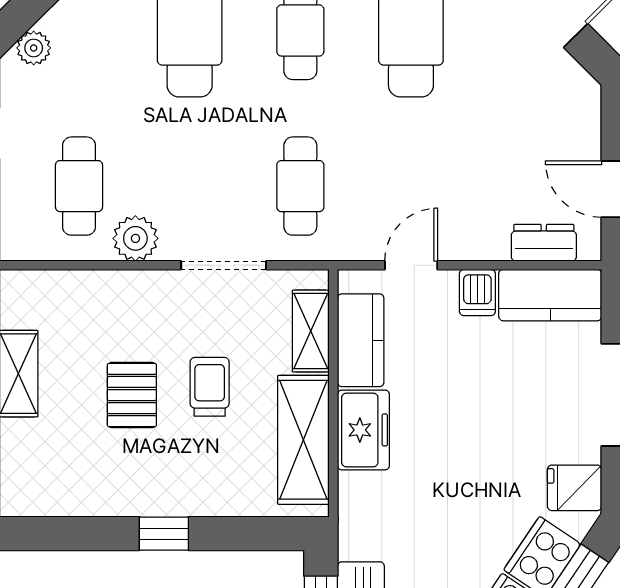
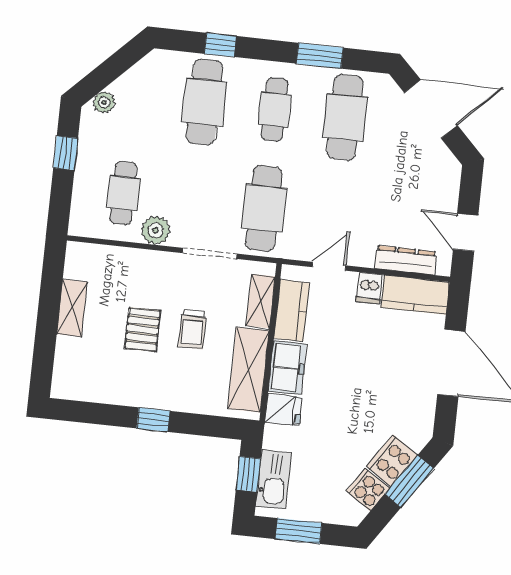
cafe table: (300, 186) -> (264, 208), width x1.37, depth x1.35
dresser: (544, 243) -> (406, 260), width x1.44
trolley: (210, 387) -> (192, 330), turned 180
fridge: (575, 488) -> (283, 410), moved, turned 180

